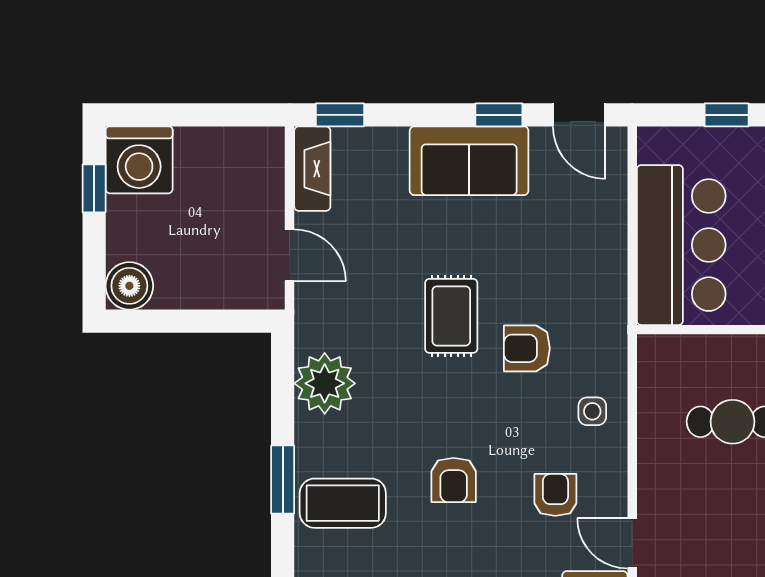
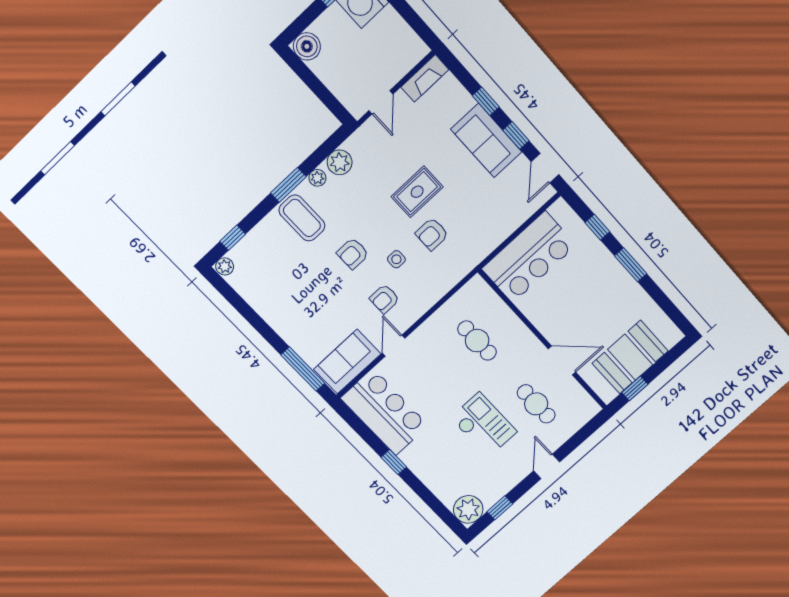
window: (340, 115) -> (486, 101), moved
armchair: (527, 348) -> (432, 234), turned -90
plant: (325, 383) -> (340, 162), width x0.73, depth x0.73
side table: (592, 411) -> (396, 259), moved
plant: (309, 432) -> (317, 178), added
armchair: (555, 495) -> (384, 299), turned 180

